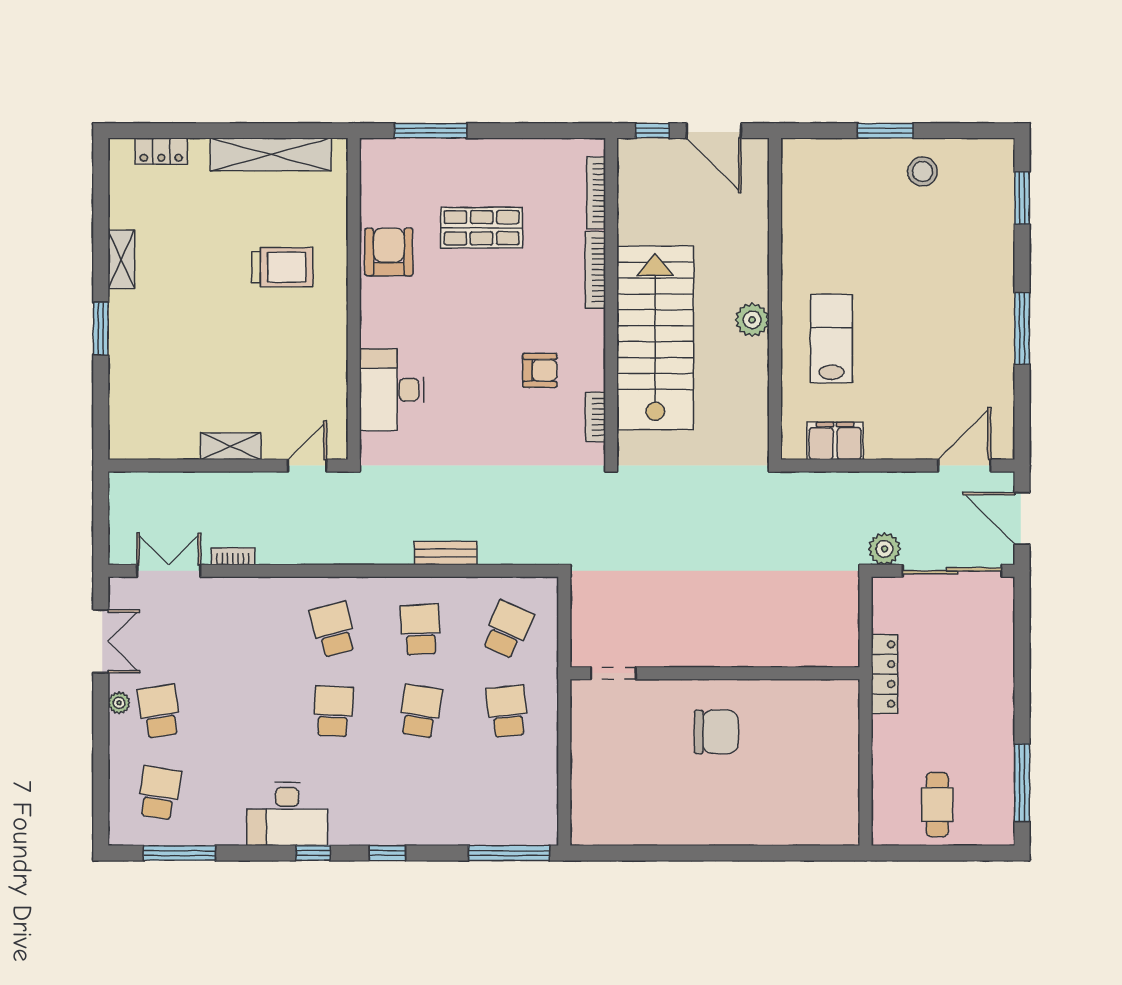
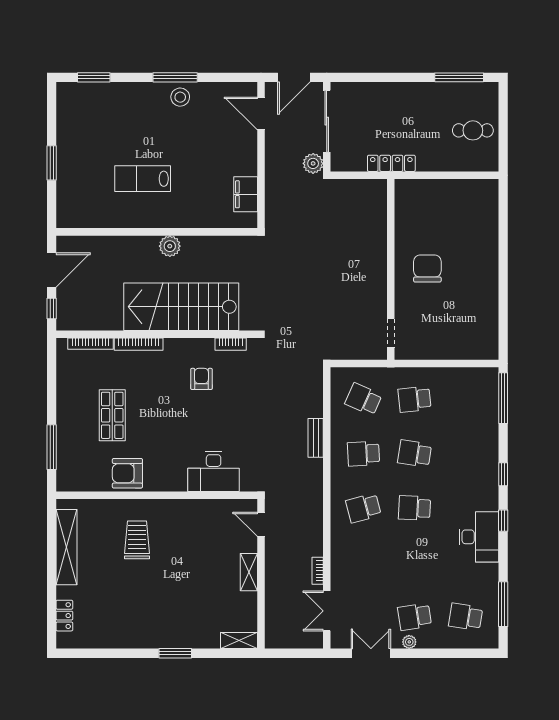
stool: (922, 172) -> (180, 97), moved
shelving: (121, 259) -> (239, 641), moved
lab bench: (831, 339) -> (143, 179), moved

